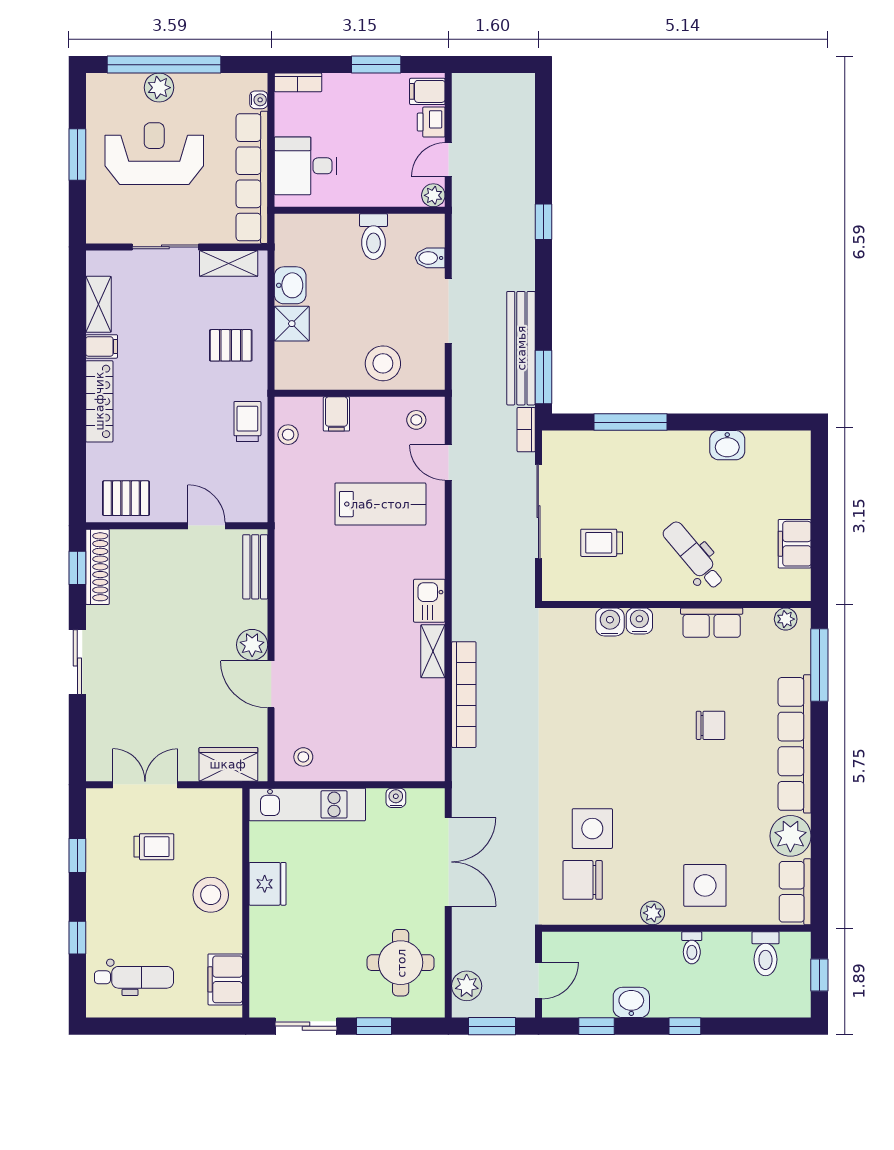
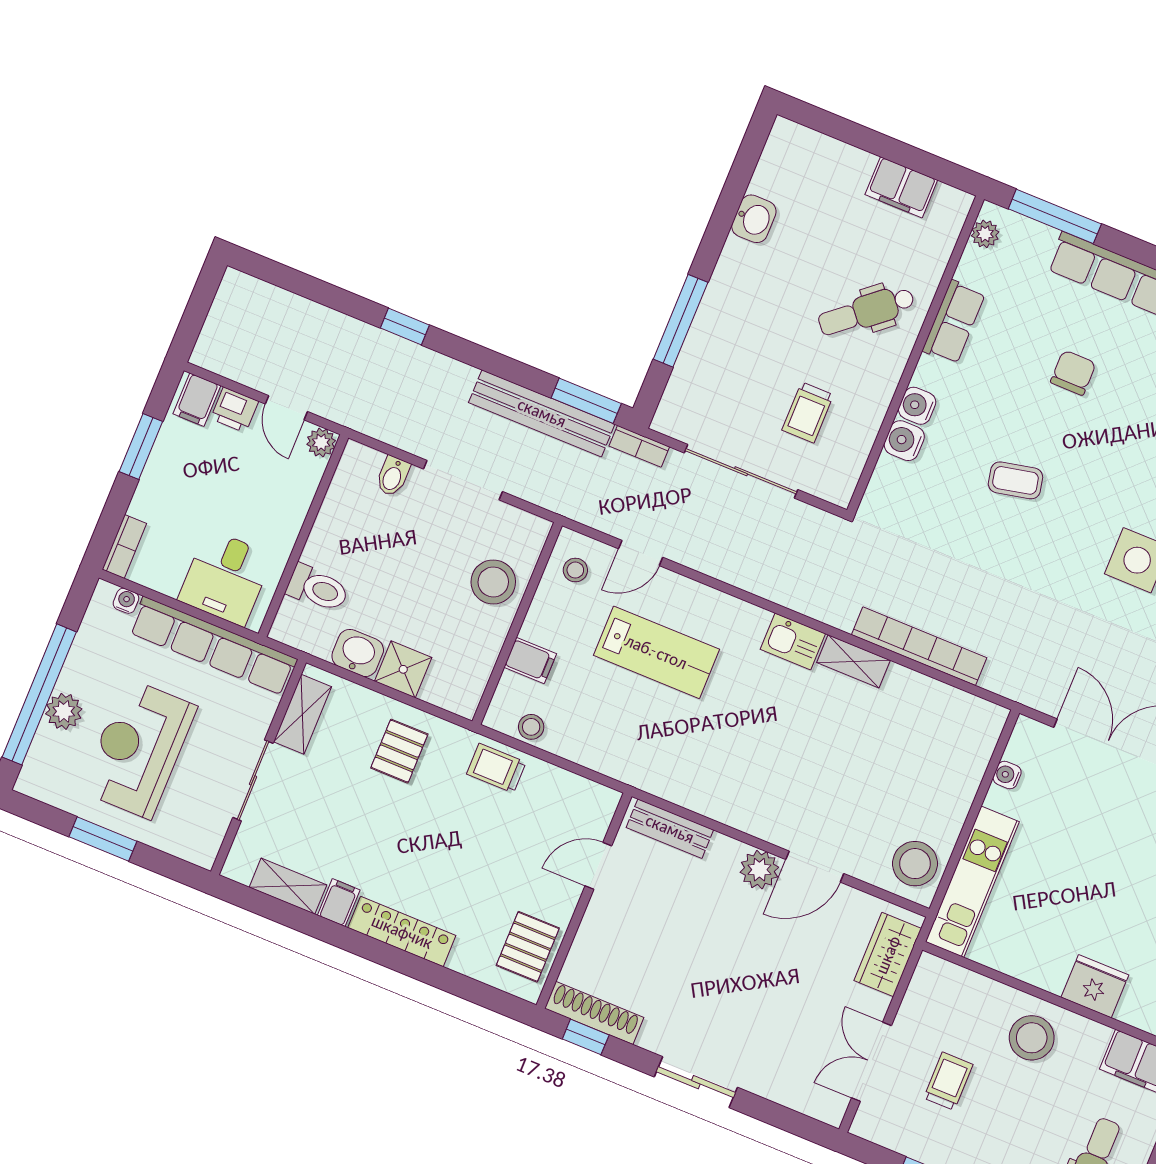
toilet: (373, 237) -> (318, 588), moved
lab bench: (380, 504) -> (656, 652), turned 90
coffee table: (614, 715) -> (1015, 480), added
stool: (303, 757) -> (915, 864), width x1.89, depth x1.89
fridge: (268, 884) -> (1095, 986), moved

